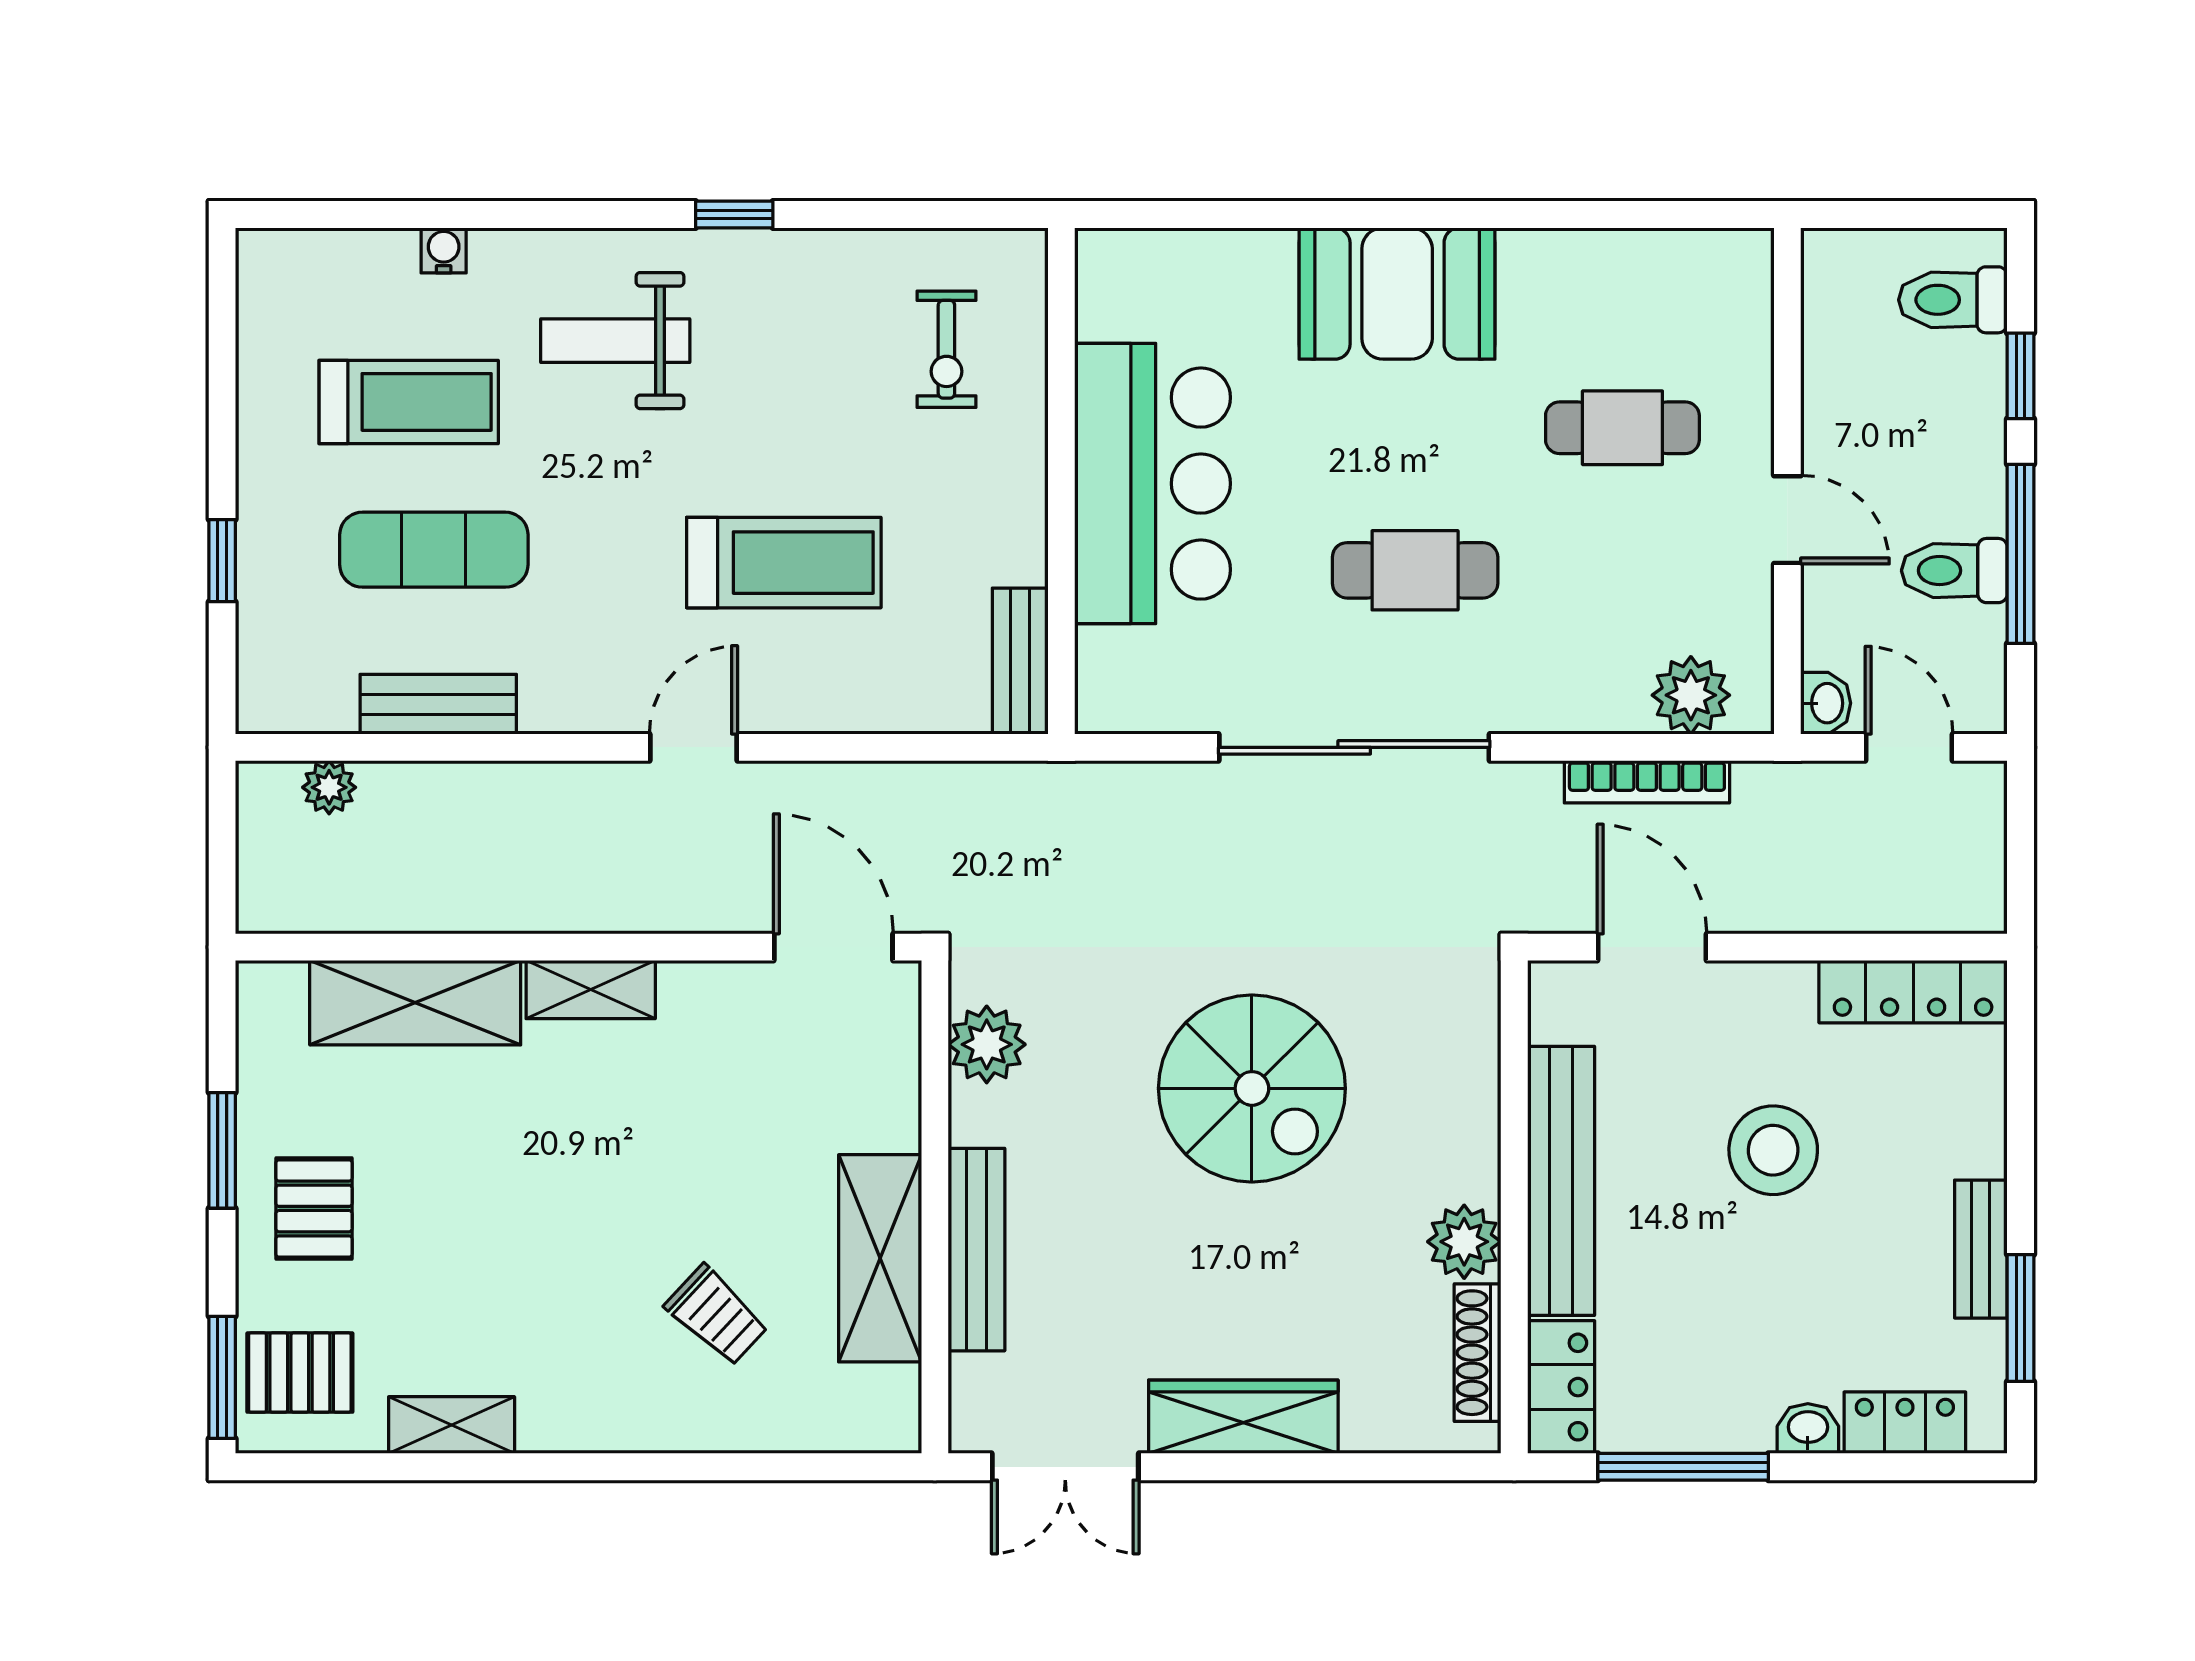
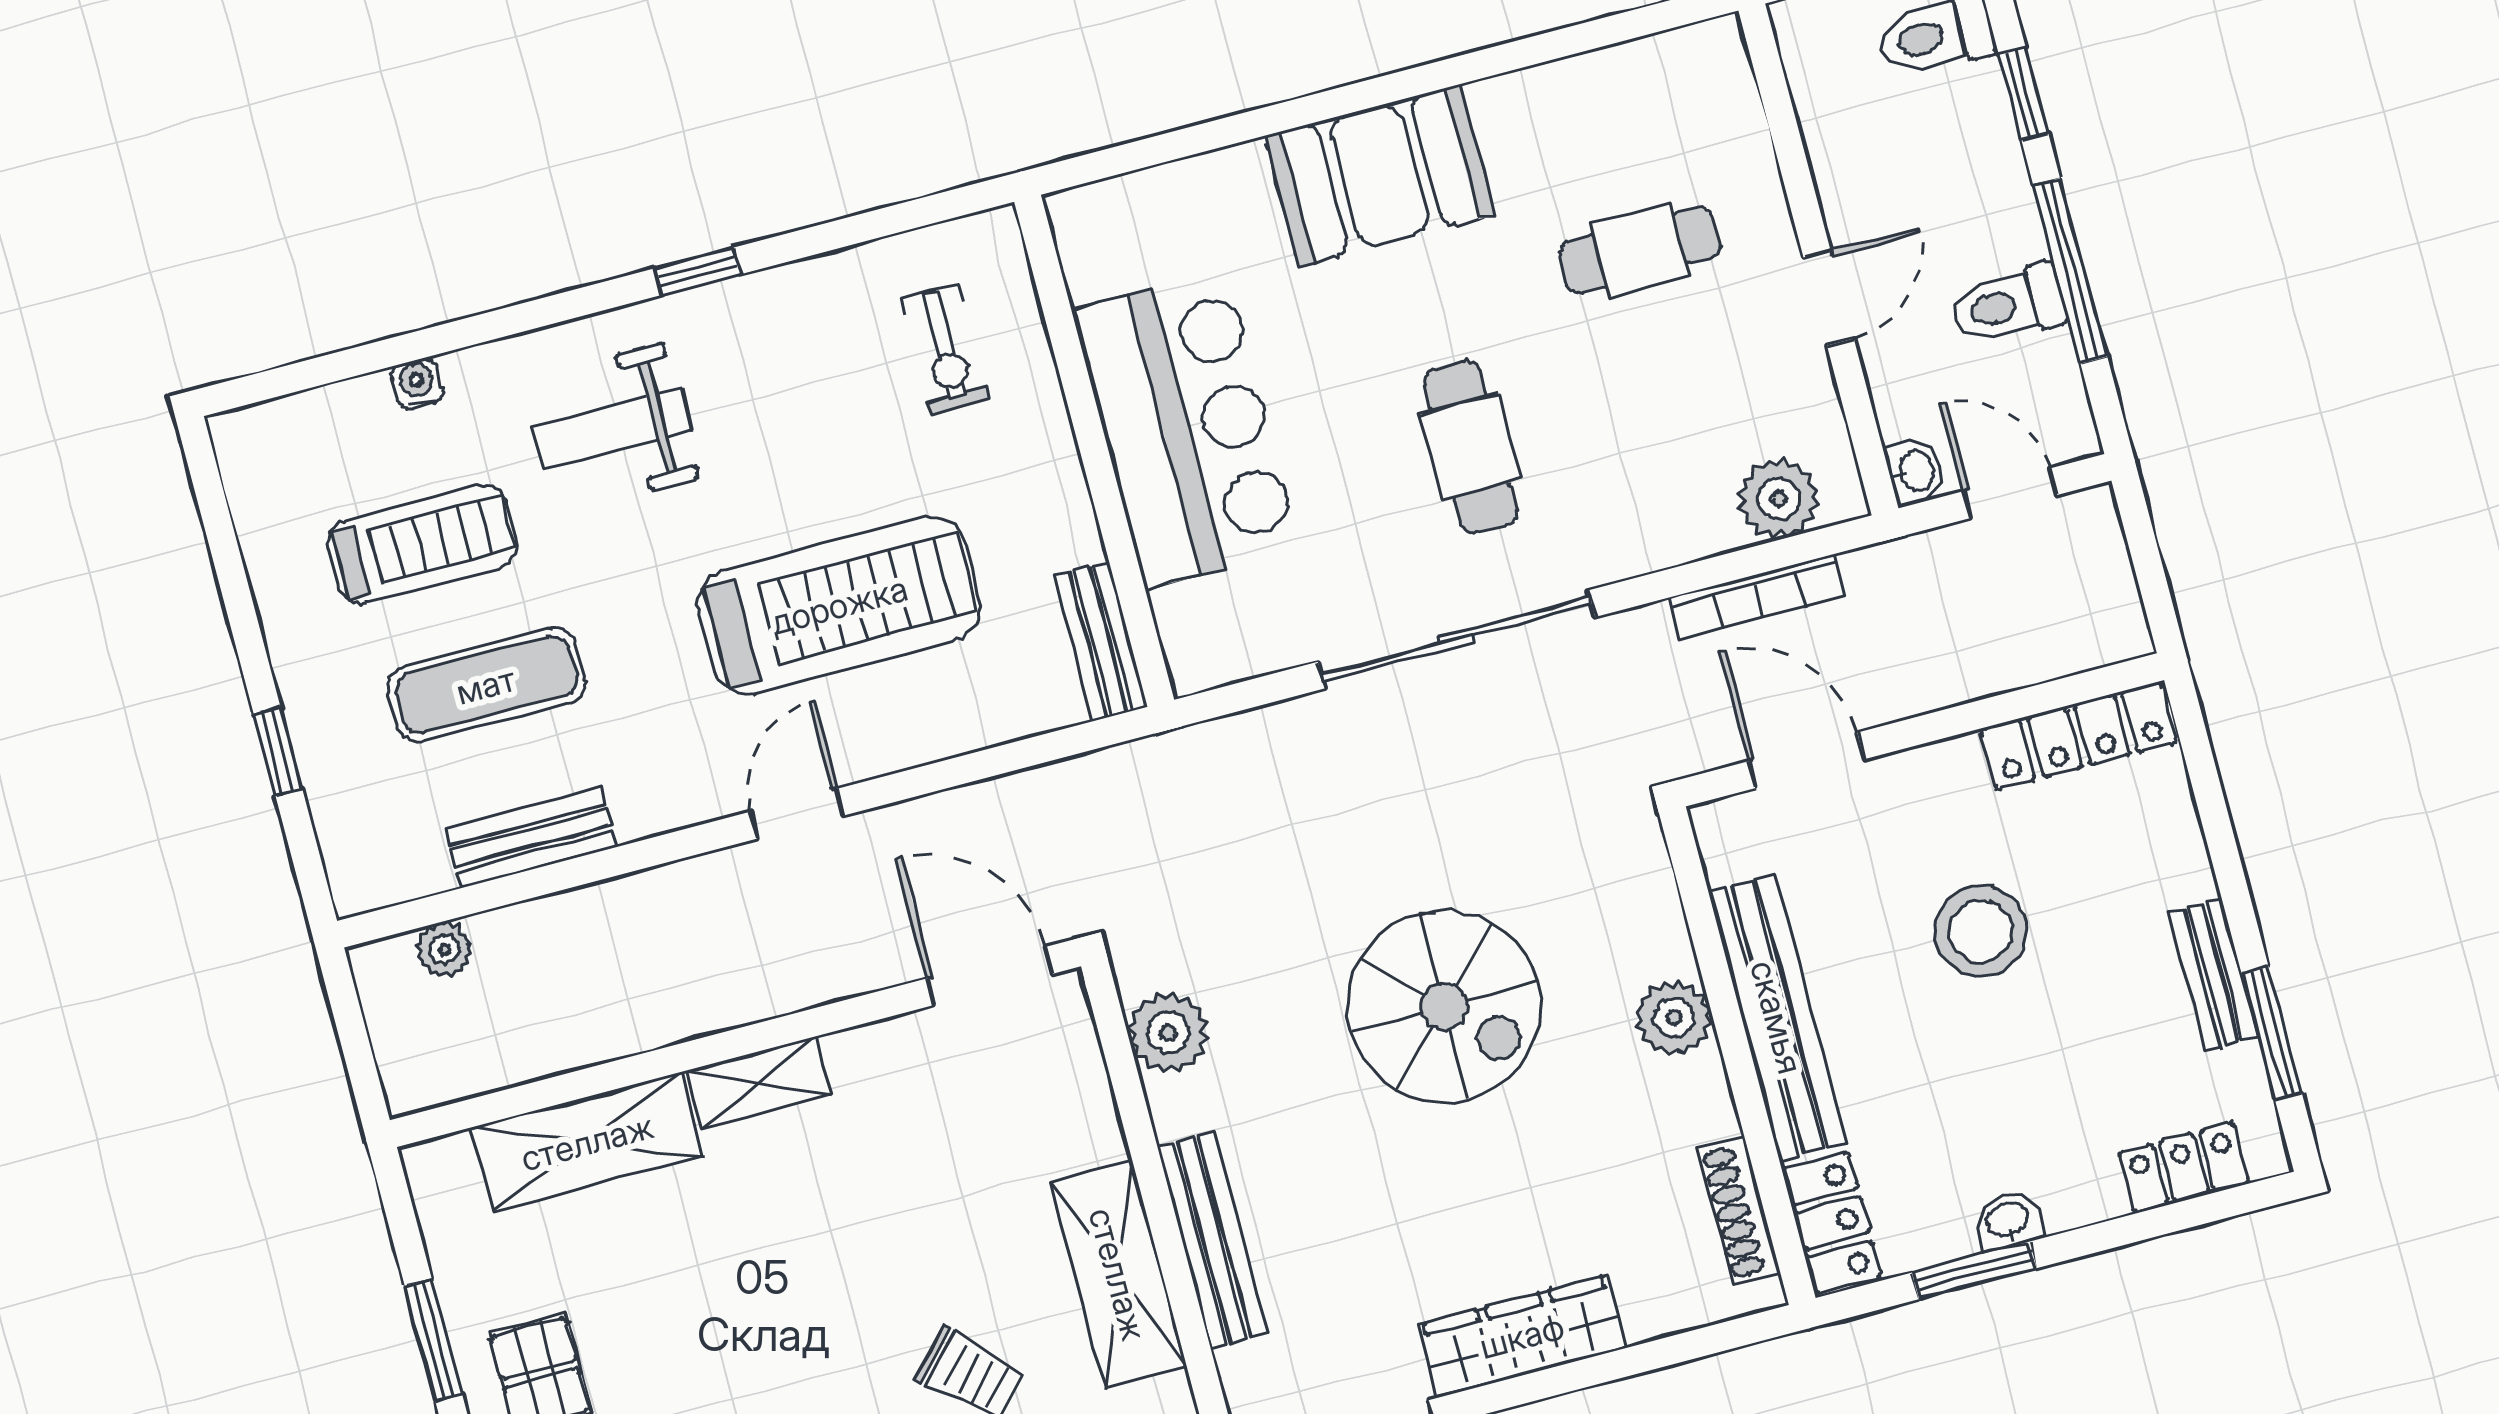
door: (1787, 520) -> (1829, 298), hinge flipped
treadmill: (784, 563) -> (839, 605), width x1.37, depth x1.38
cafe table: (1415, 570) -> (1471, 447), turned 90
plant: (1464, 1242) -> (1674, 1018), moved
washbasin: (1808, 1429) -> (2008, 1221), moved
window: (1683, 1467) -> (1974, 1270), width x0.69

